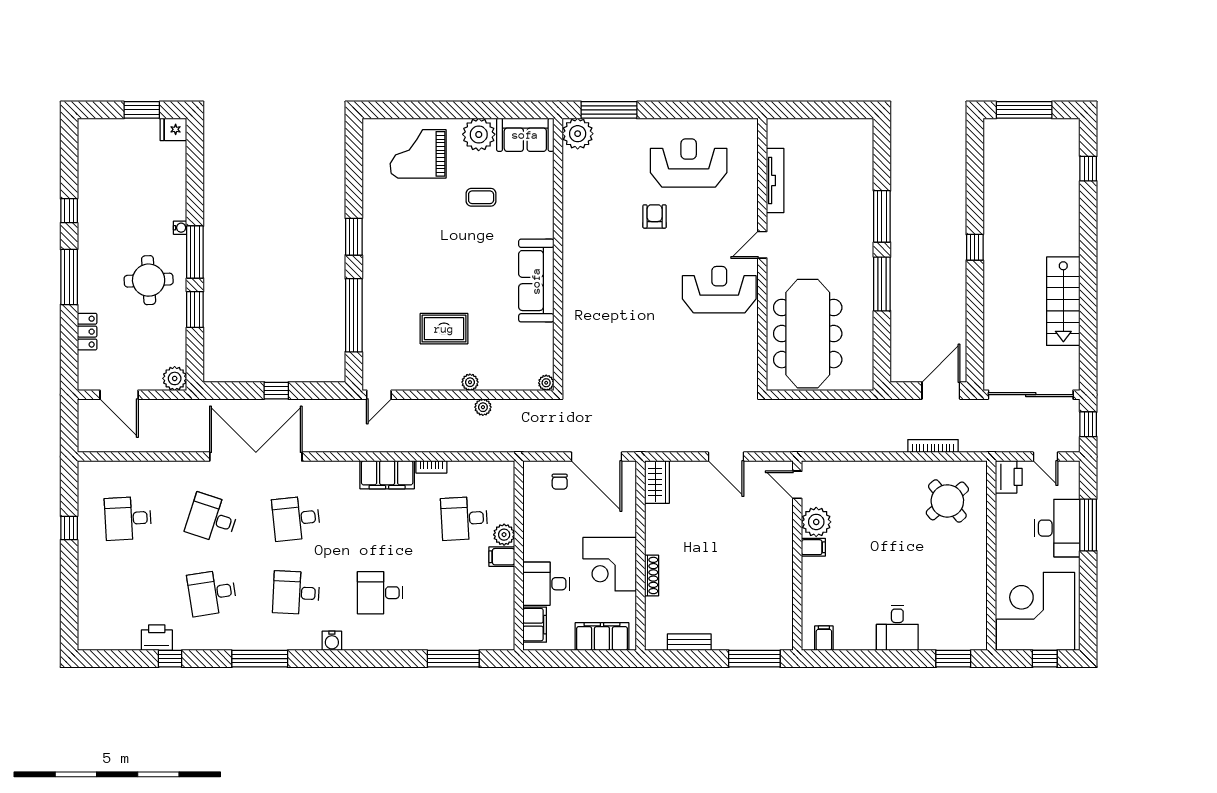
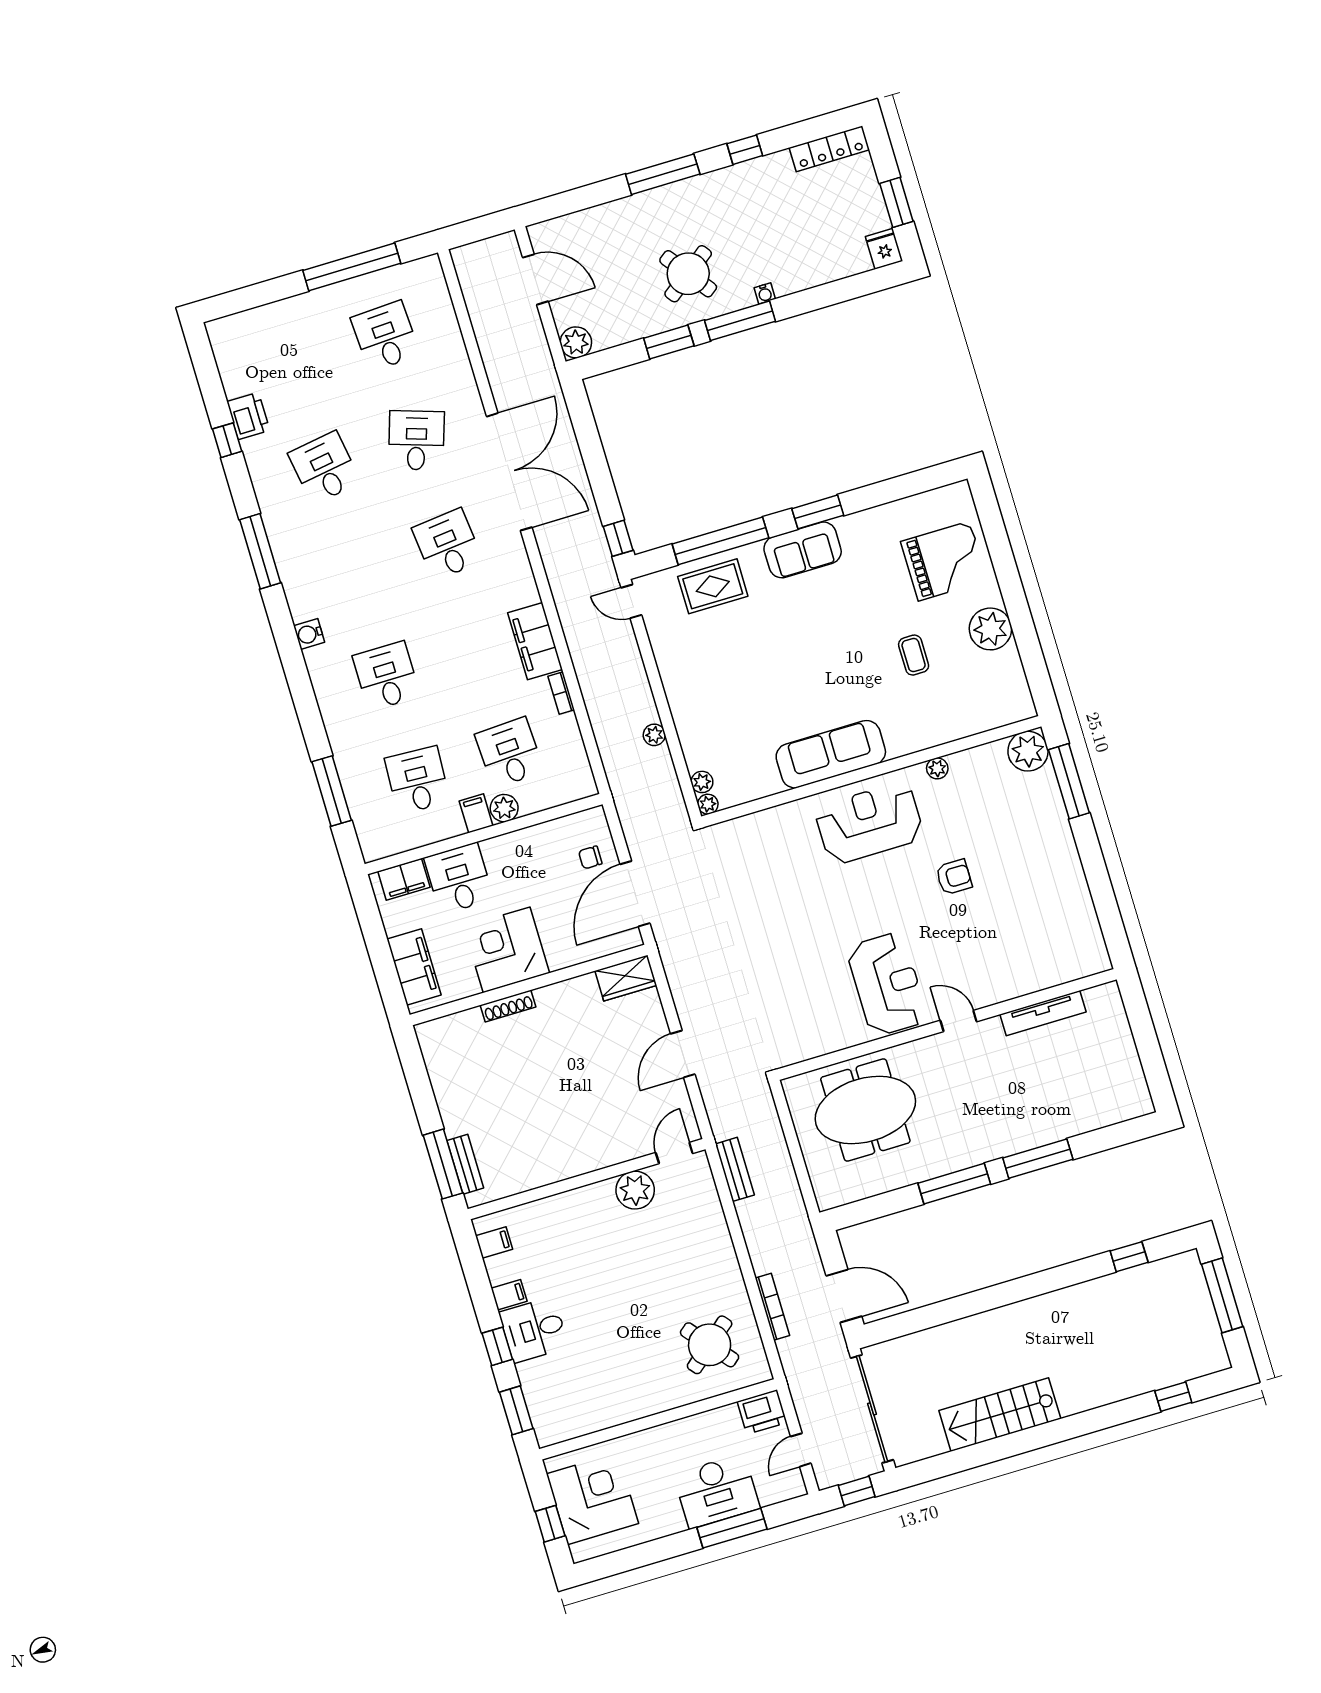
sofa: (525, 135) -> (803, 550), moved, turned -90
grand piano: (418, 154) -> (944, 561), turned 90
reception desk: (689, 163) -> (869, 823), moved, turned -90
plant: (570, 205) -> (937, 768), added
window: (975, 247) -> (1129, 1257), moved
round table: (149, 280) -> (688, 274), turned -34
rug: (444, 329) -> (713, 586), moved, turned 90
locker: (87, 332) -> (829, 149), moved, width x1.53
meeting table: (808, 334) -> (865, 1110), width x0.73
plant: (470, 382) -> (702, 782), moved
window: (276, 391) -> (618, 538), moved
door: (119, 395) -> (535, 279), swing flipped
bench: (823, 443) -> (735, 1169), added
window: (69, 528) -> (352, 267), width x3.17
filing cabinet: (813, 547) -> (509, 1295), moved, turned -90
desk: (296, 593) -> (417, 780), moved
corner desk: (1036, 611) -> (592, 1499), width x0.74, depth x0.74
bench: (689, 642) -> (465, 1164), moved
window: (902, 659) -> (497, 1346), added

